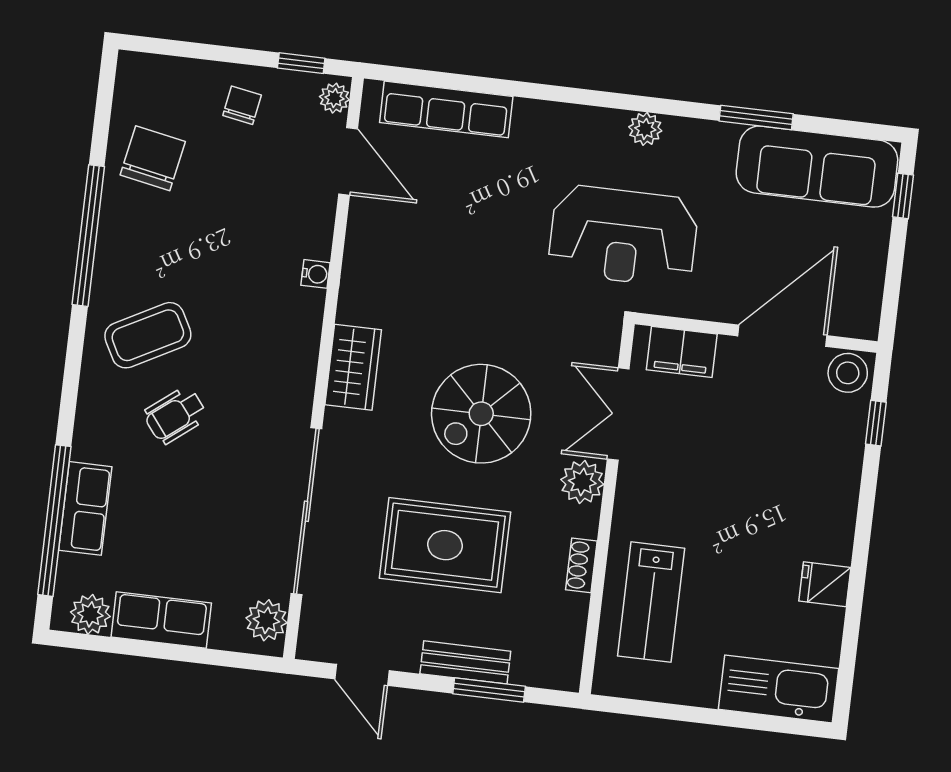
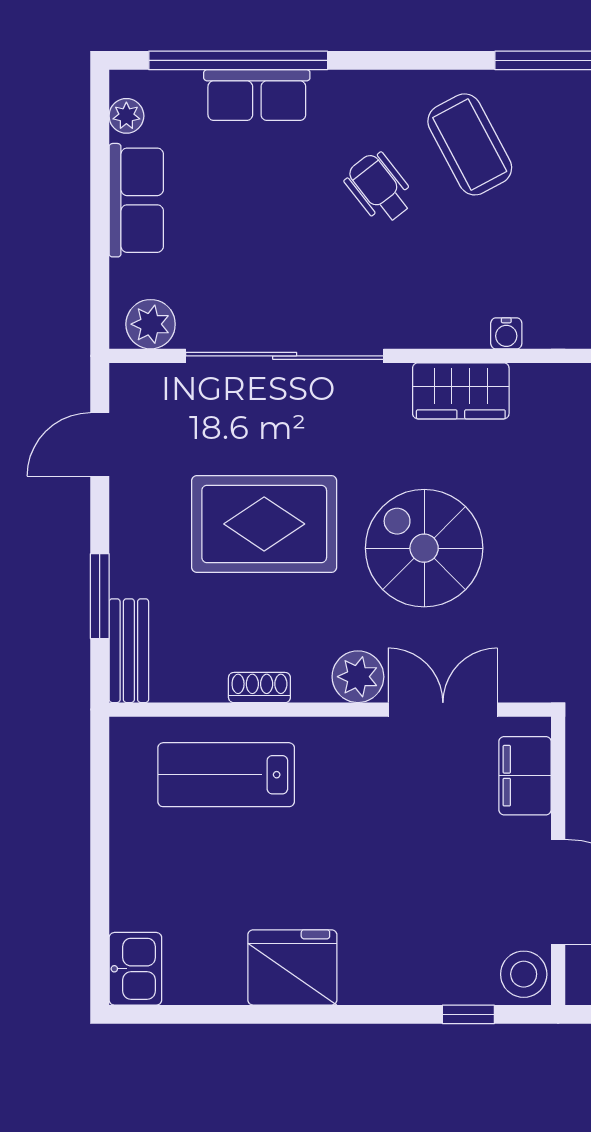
water cooler: (316, 274) -> (506, 333), moved
rug: (445, 545) -> (264, 524), turned 90
fridge: (825, 584) -> (292, 967), width x1.88, depth x1.34
plant: (90, 614) -> (126, 116), width x0.73, depth x0.73
bench: (465, 662) -> (129, 651), moved
kitchen sink: (779, 689) -> (135, 969), width x0.53, depth x0.81

